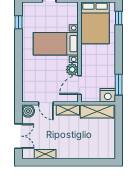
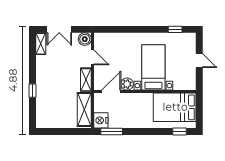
door: (80, 85) -> (111, 92), hinge flipped
door: (46, 103) -> (92, 57), swing flipped
shelving: (45, 154) -> (41, 44), moved
window: (79, 162) -> (33, 91), added

